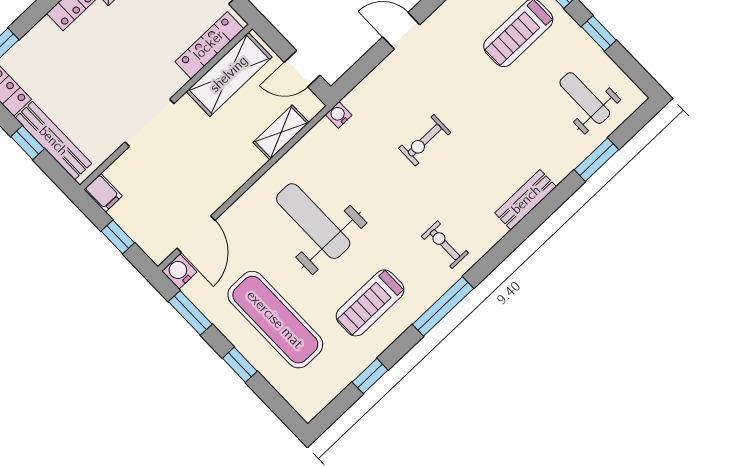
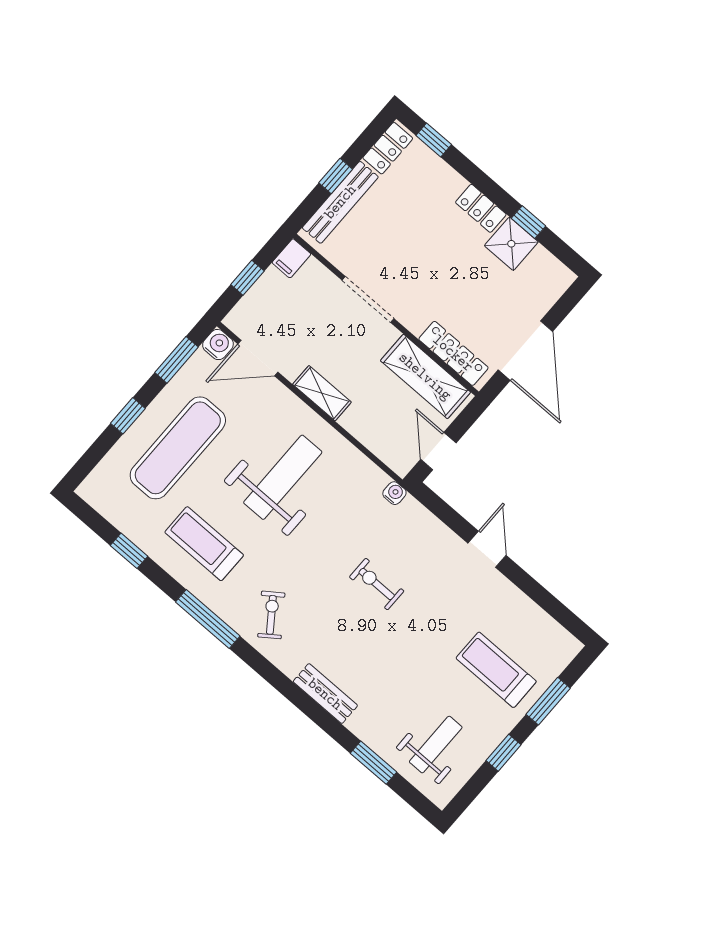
shelving: (281, 132) -> (322, 393), moved
exercise bike: (445, 245) -> (271, 615), turned -36

